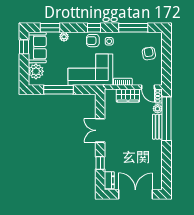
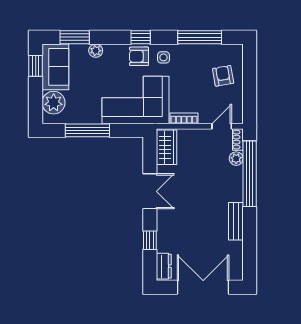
door: (148, 87) -> (222, 126), swing flipped
wardrobe: (128, 95) -> (166, 147), moved, turned -90
bench: (157, 127) -> (236, 221), moved
double door: (100, 130) -> (150, 191), swing flipped

